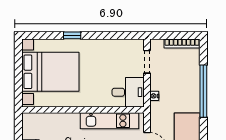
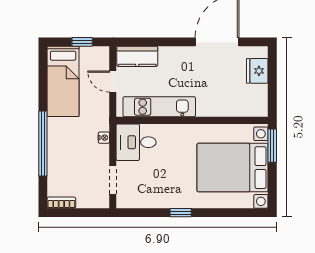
window: (72, 35) -> (181, 213), moved
bookcase: (182, 43) -> (61, 203), width x0.64
window: (18, 89) -> (272, 146), added

